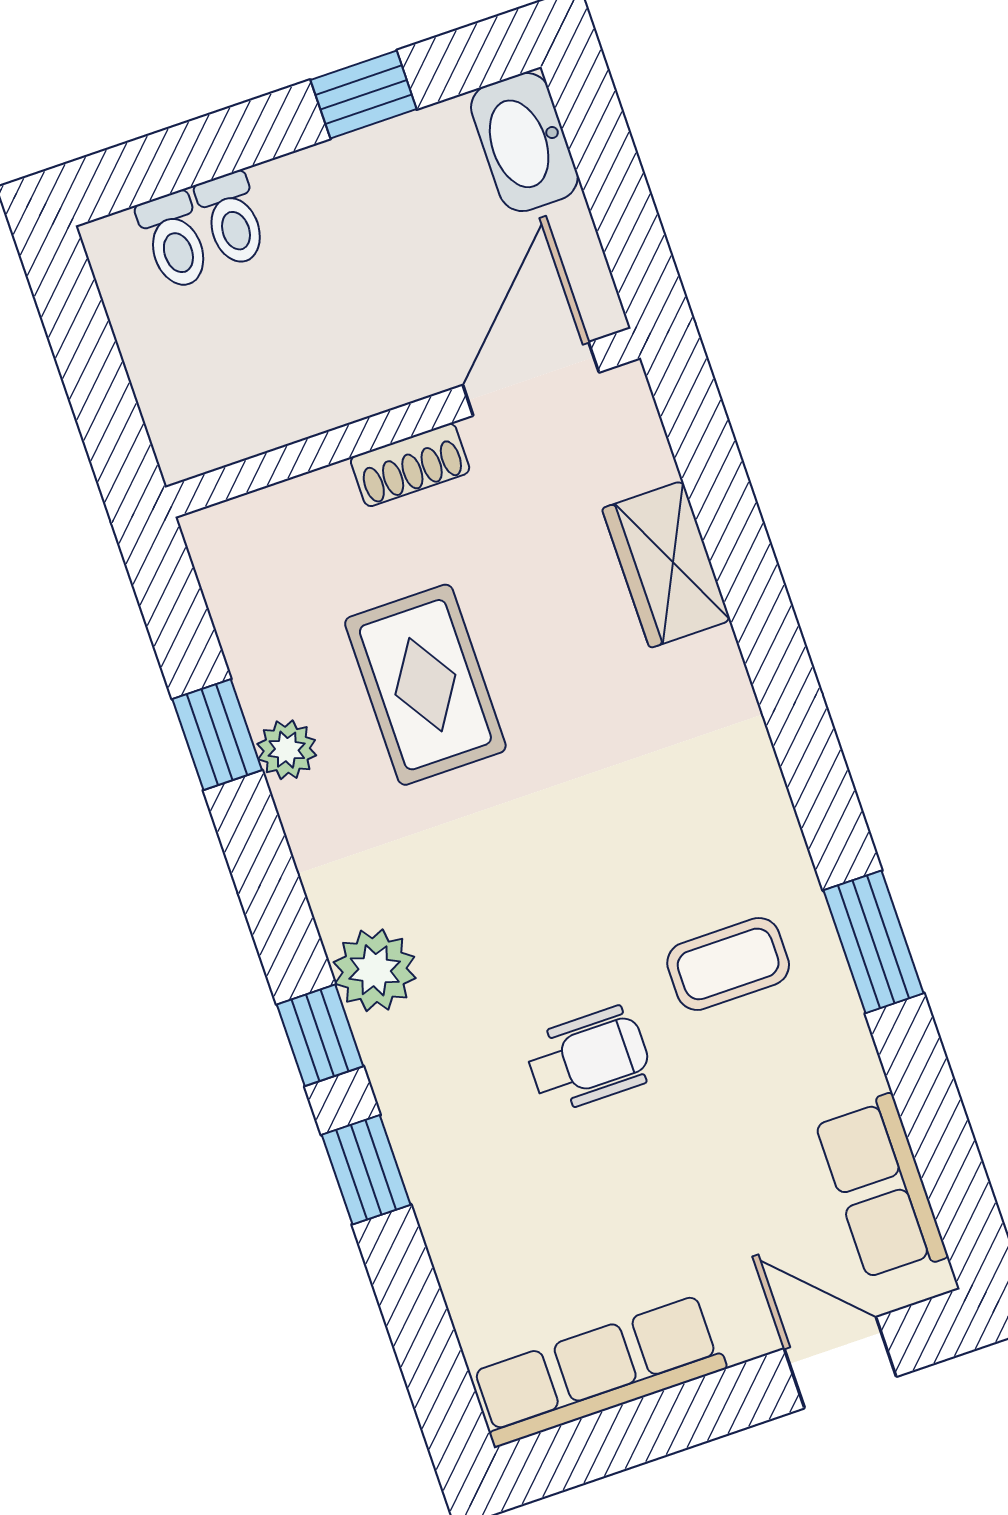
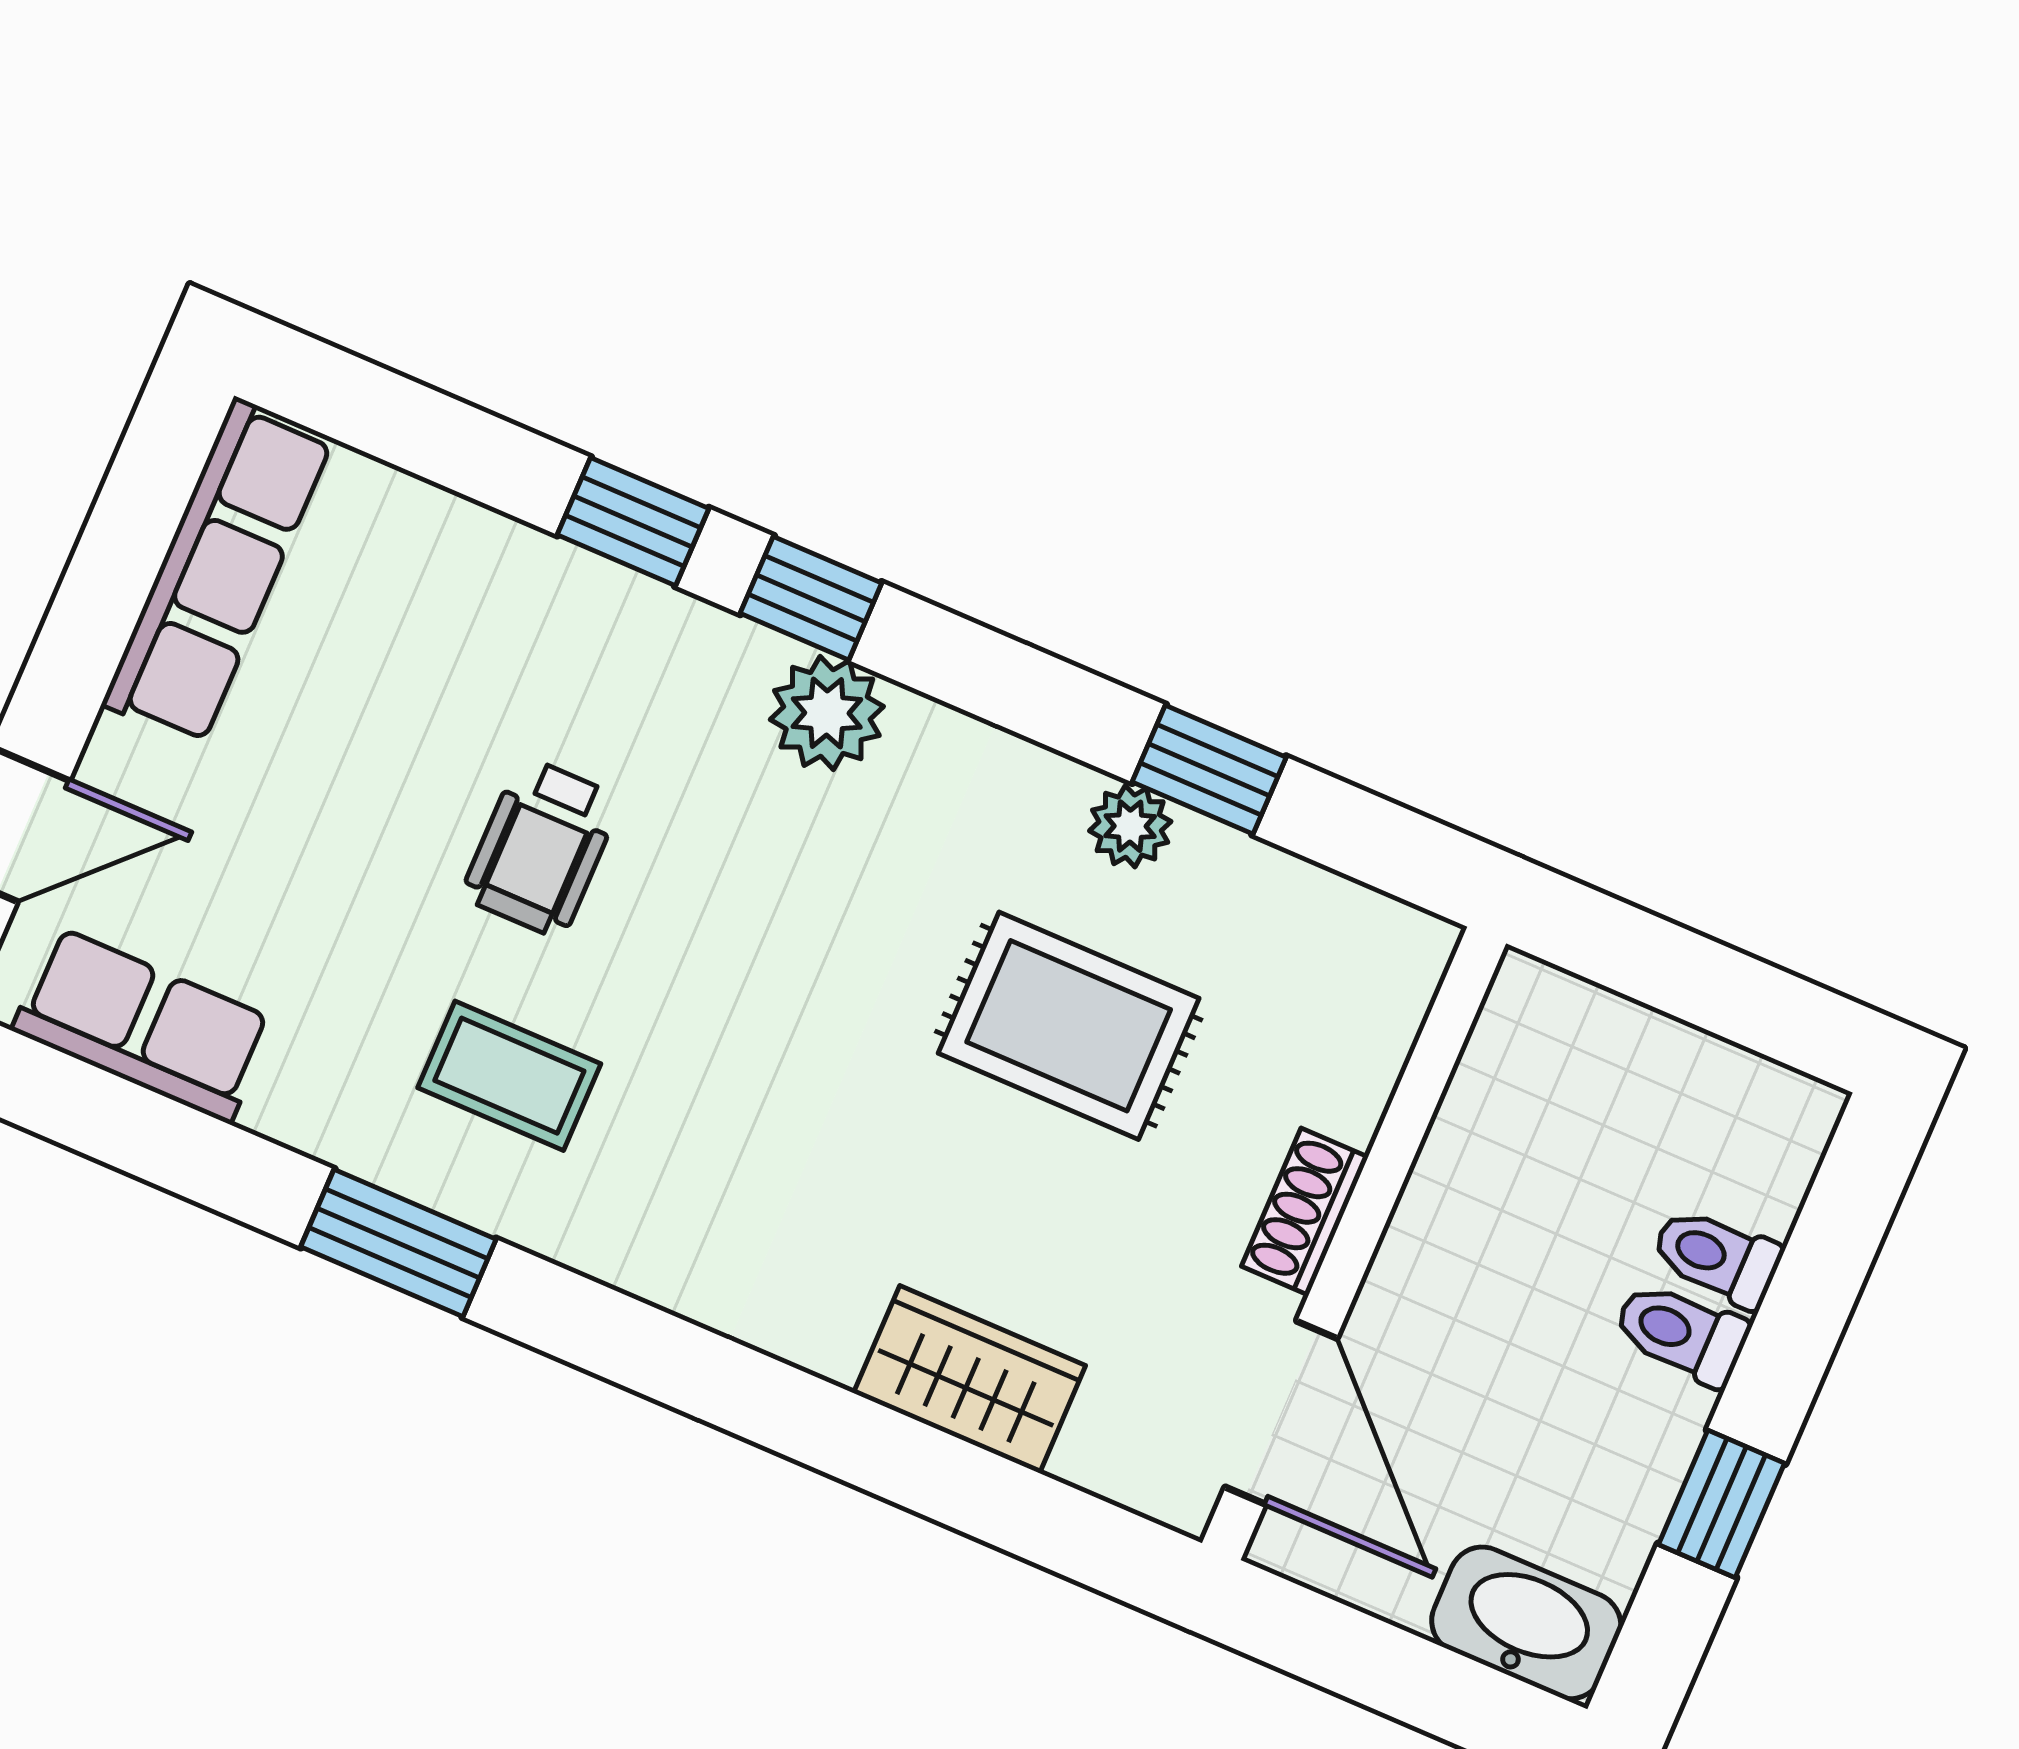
toilet: (174, 240) -> (1681, 1333), moved
coffee table: (728, 964) -> (509, 1076), turned 90

